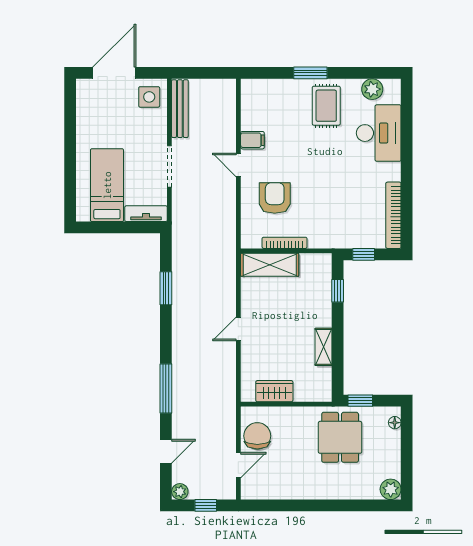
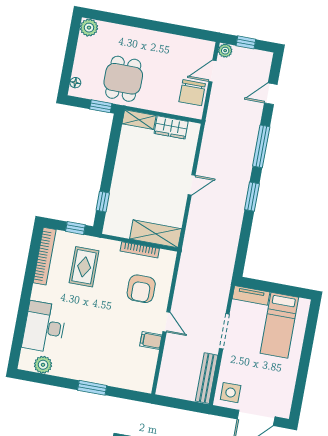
rug: (326, 106) -> (84, 267), moved
window: (166, 288) -> (252, 197), moved
shelving: (324, 347) -> (139, 120), moved, turned 90
plant: (180, 492) -> (225, 51), moved

